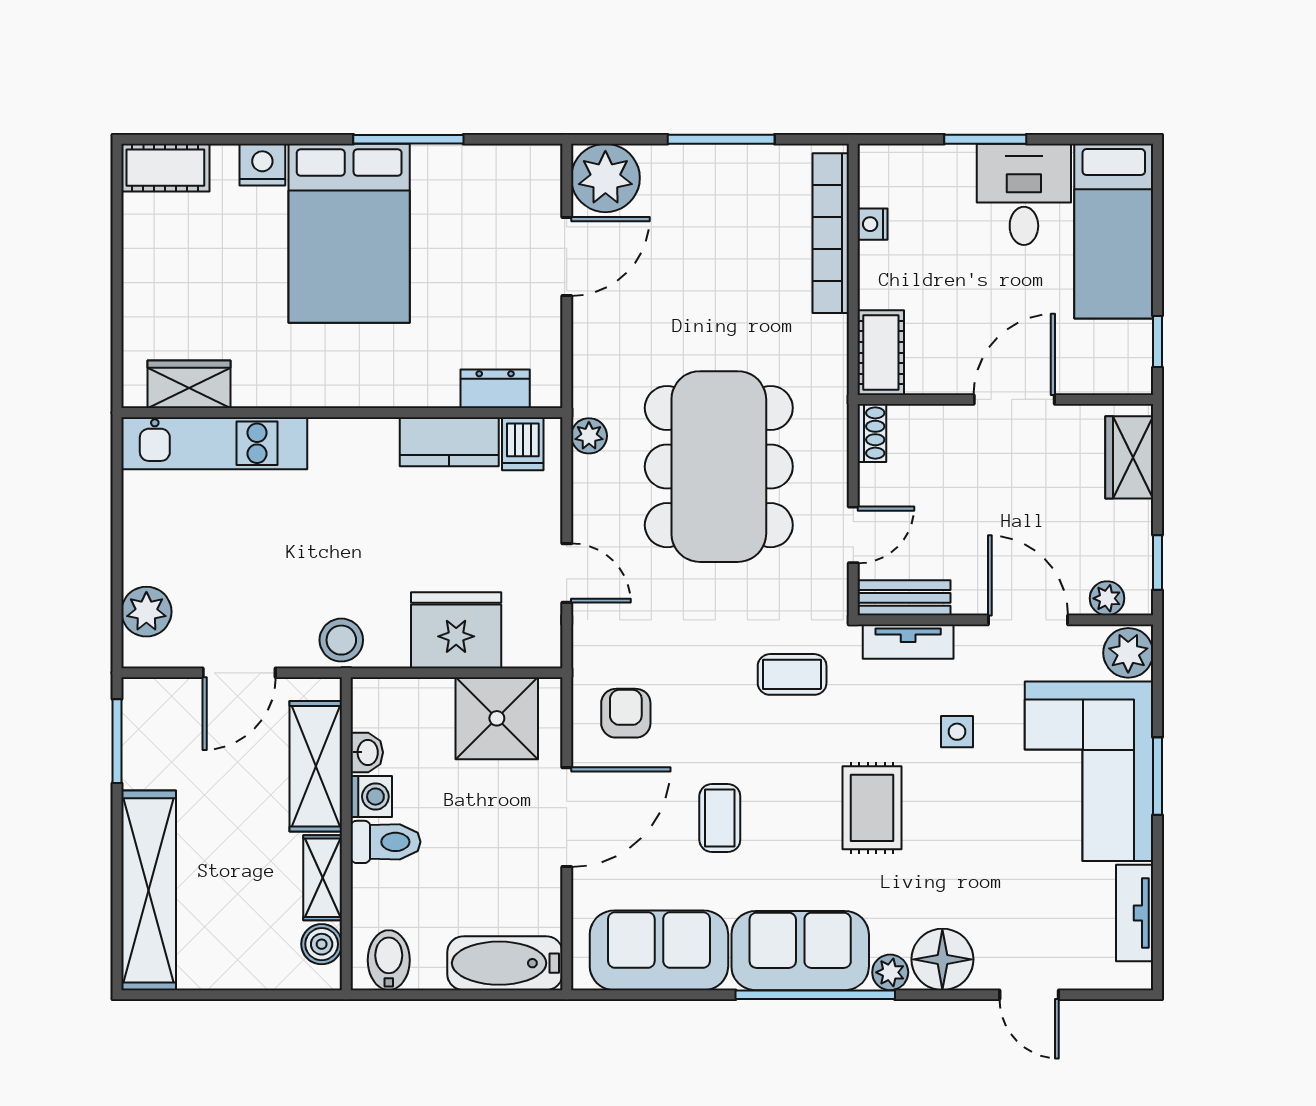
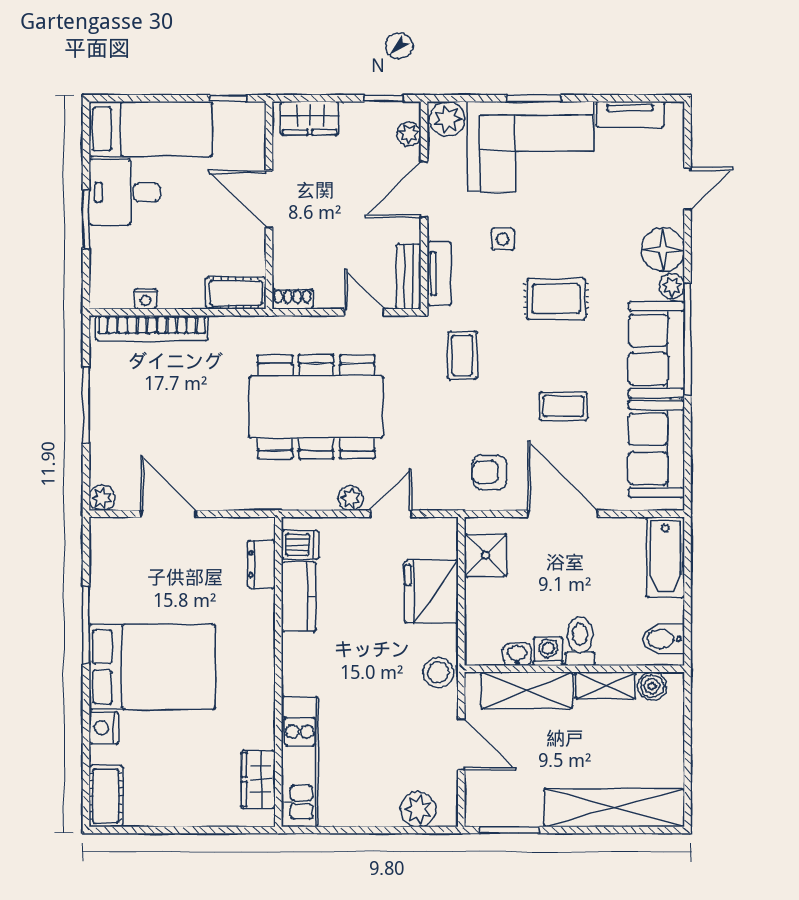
plant: (605, 178) -> (102, 498), width x0.53, depth x0.53
plant: (589, 436) -> (350, 498), moved
shower: (497, 718) -> (485, 555), width x0.73, depth x0.73

